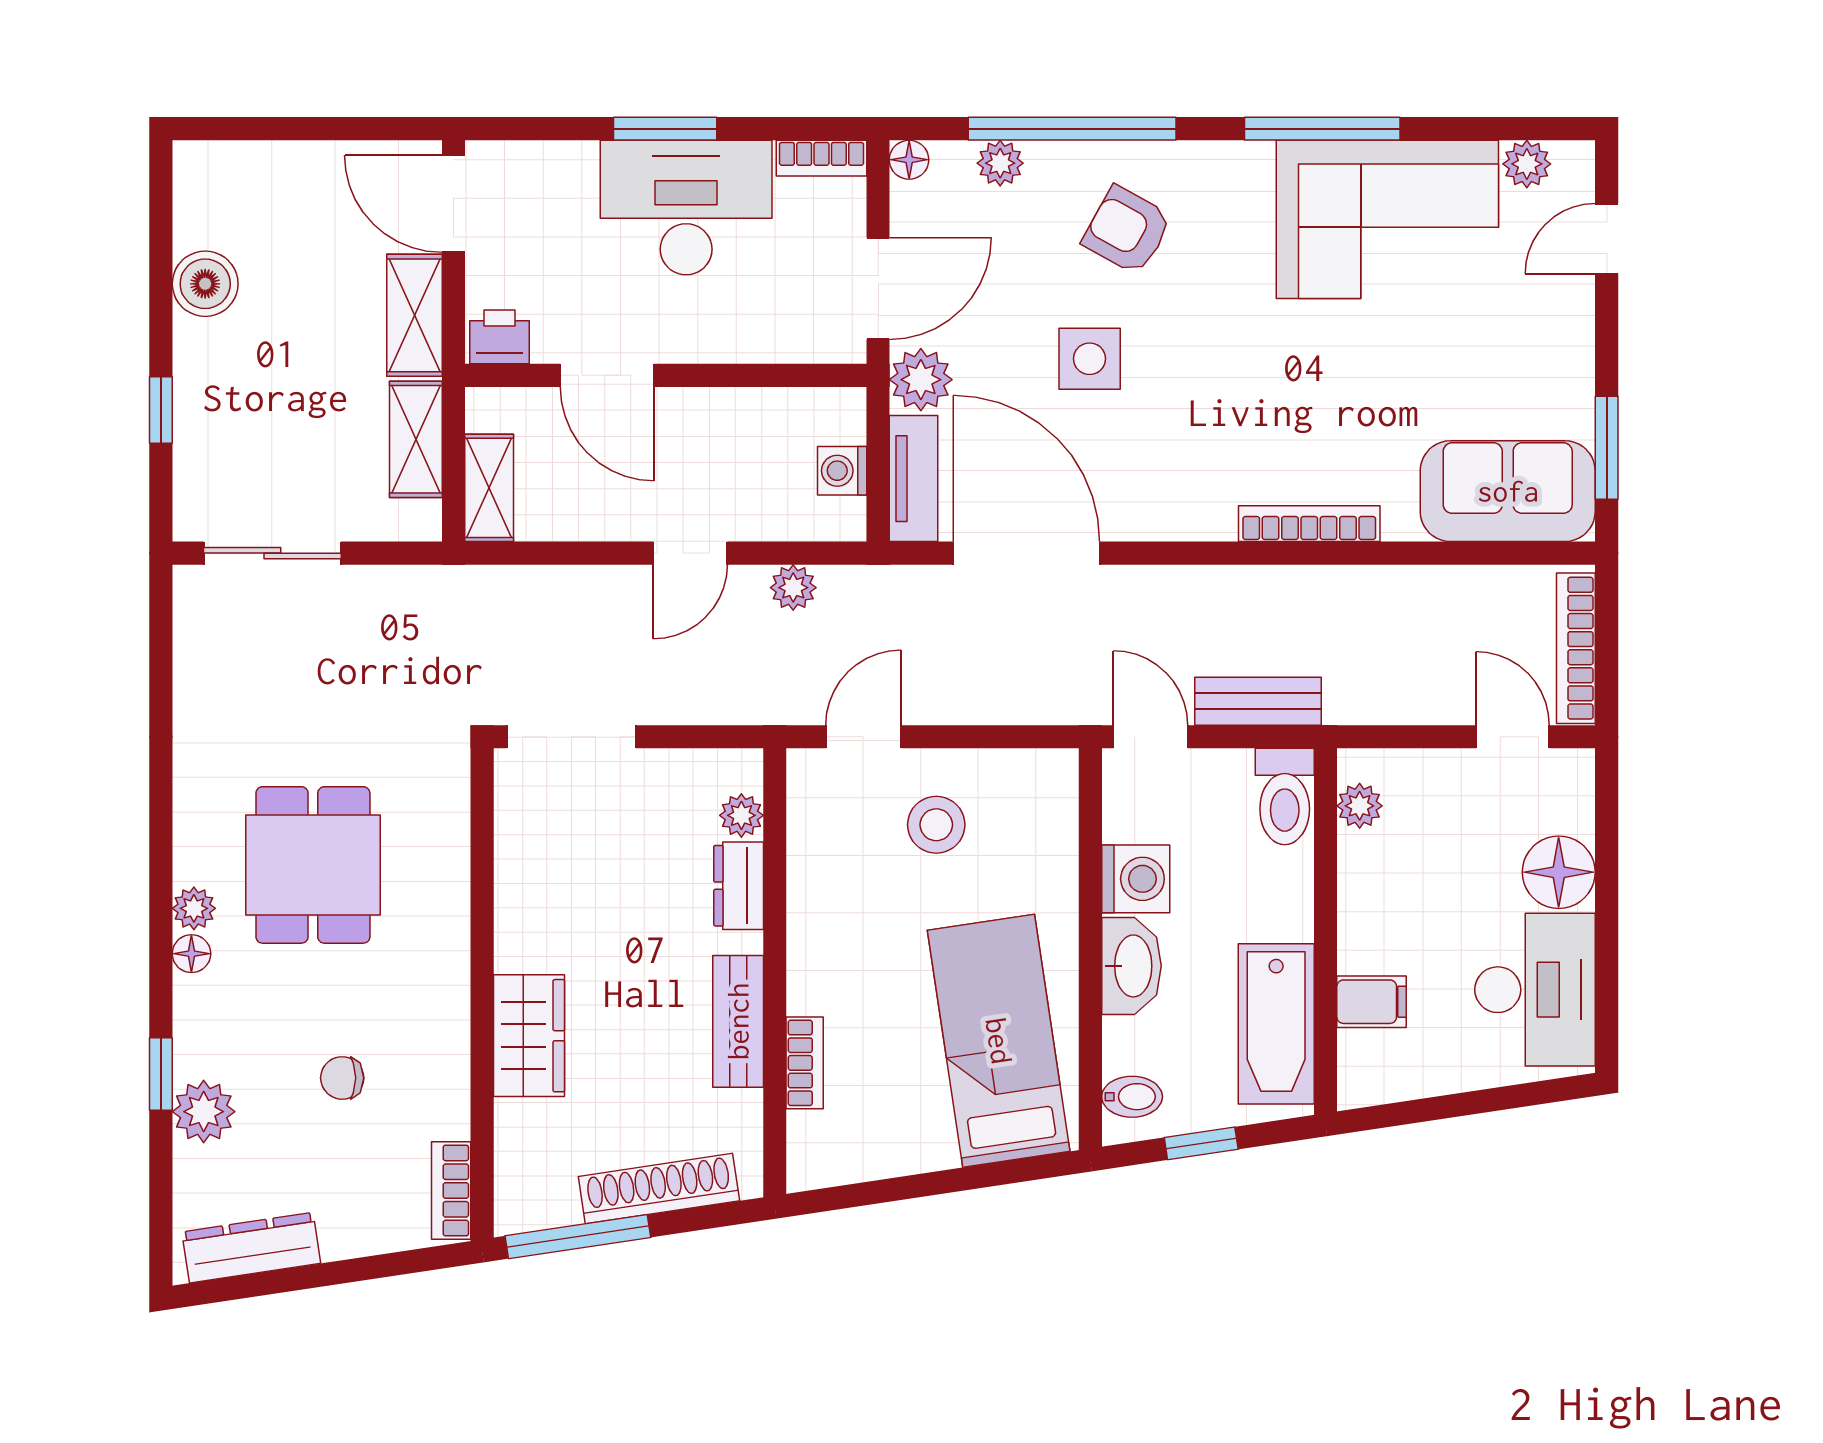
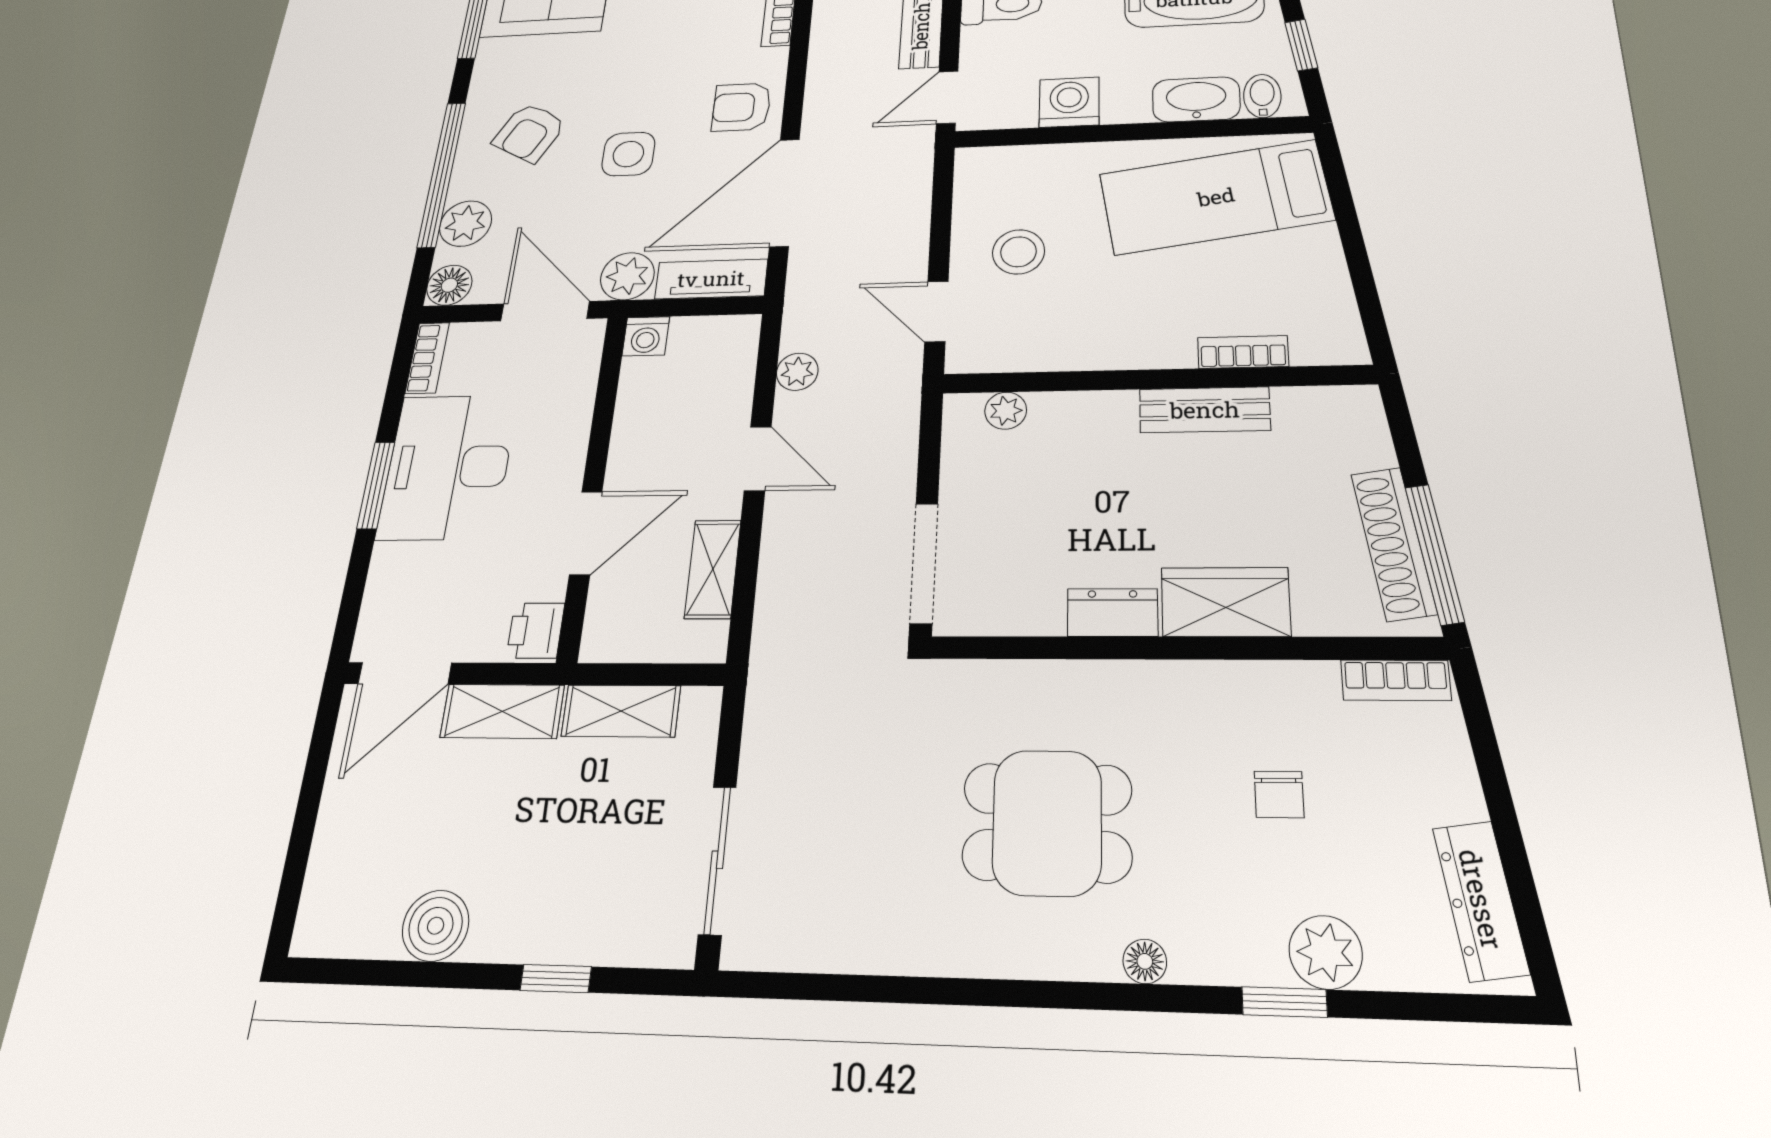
floor lamp: (909, 160) -> (449, 285), width x1.37, depth x1.37
plant: (1000, 163) -> (466, 224), width x1.38, depth x1.38
washing machine: (842, 471) -> (646, 336), moved
shelving: (489, 488) -> (713, 569), moved, turned 90
armchair: (1150, 490) -> (741, 107), added
dresser: (739, 886) -> (1113, 613), moved, turned 180
plant: (194, 908) -> (1094, 957), removed
washbasin: (1131, 966) -> (1196, 99), moved
shoe rack: (659, 1189) -> (1393, 543), moved

